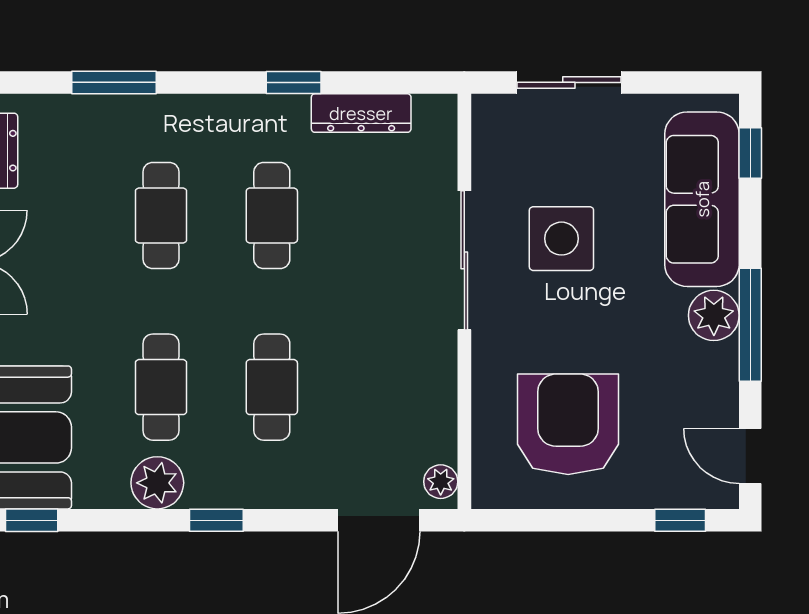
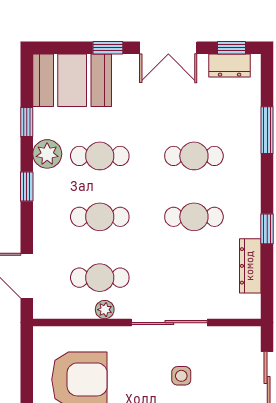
side table: (561, 239) -> (181, 376), width x0.54, depth x0.54
cafe table: (383, 387) -> (100, 278), added
plant: (441, 482) -> (105, 310), moved
window: (32, 520) -> (27, 122), moved

